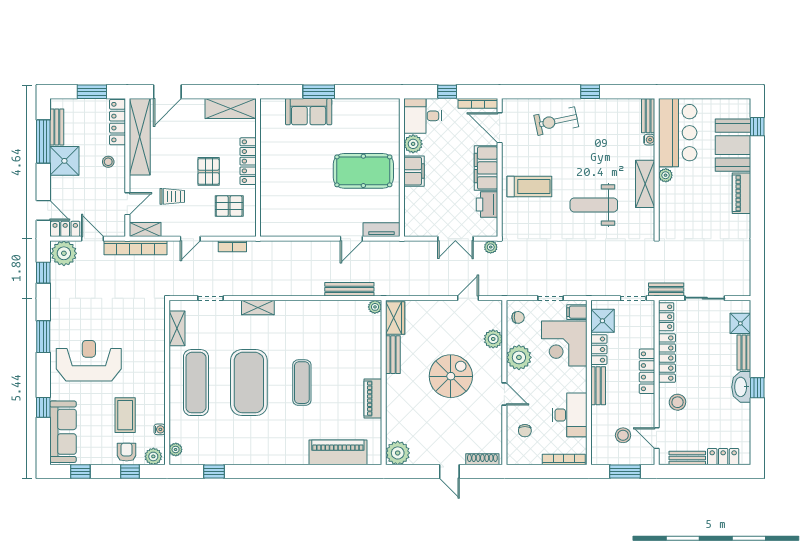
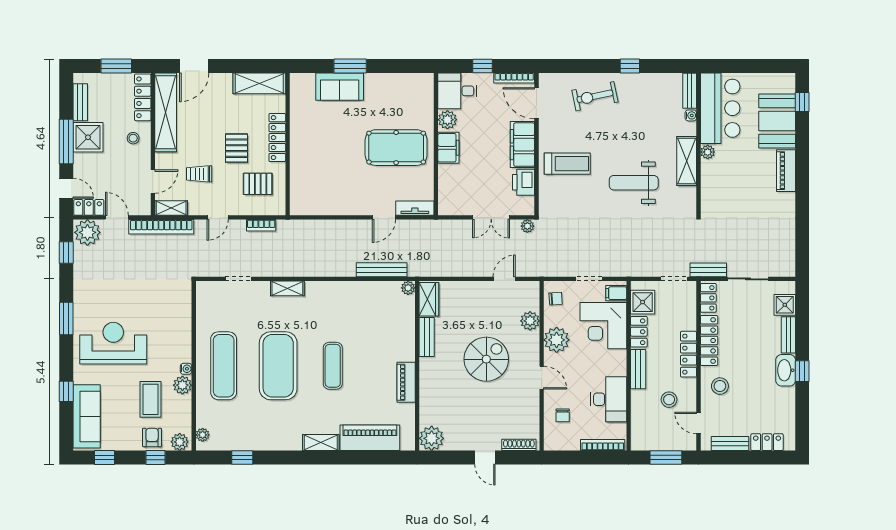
window: (43, 142) -> (66, 142), moved
trolley: (172, 196) -> (199, 174), turned 180
shelving: (177, 328) -> (321, 443), moved, turned 90
plant: (156, 401) -> (182, 385), added
water cooler: (160, 429) -> (186, 369), moved
stool: (623, 435) -> (669, 400), moved

